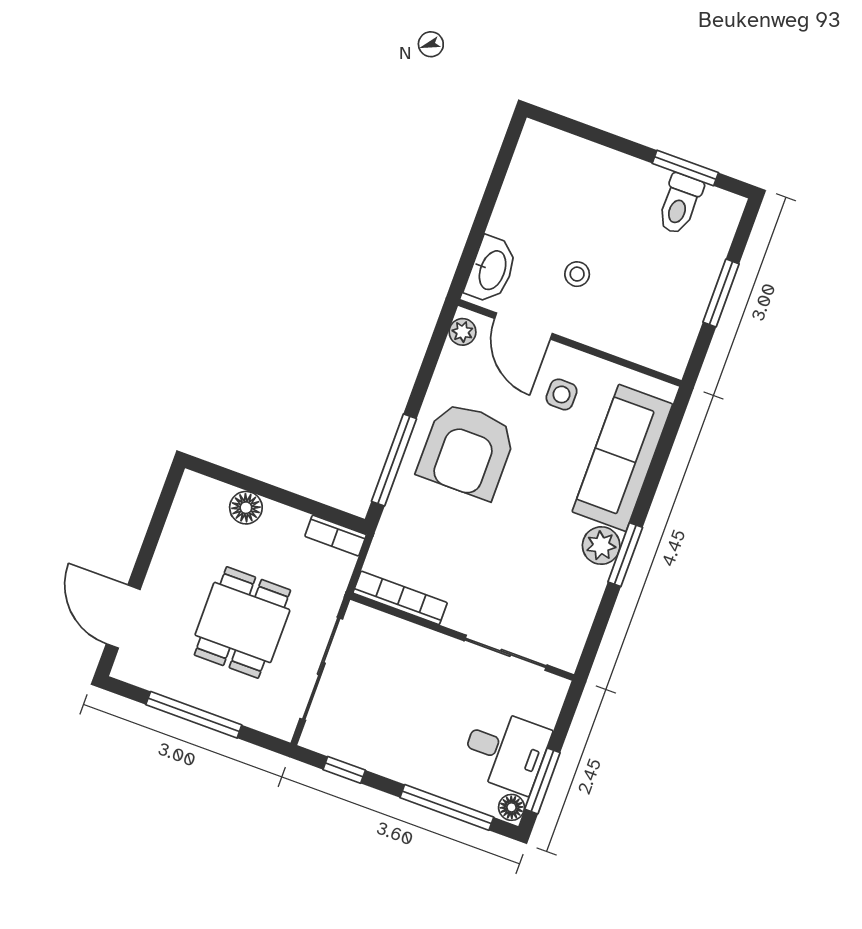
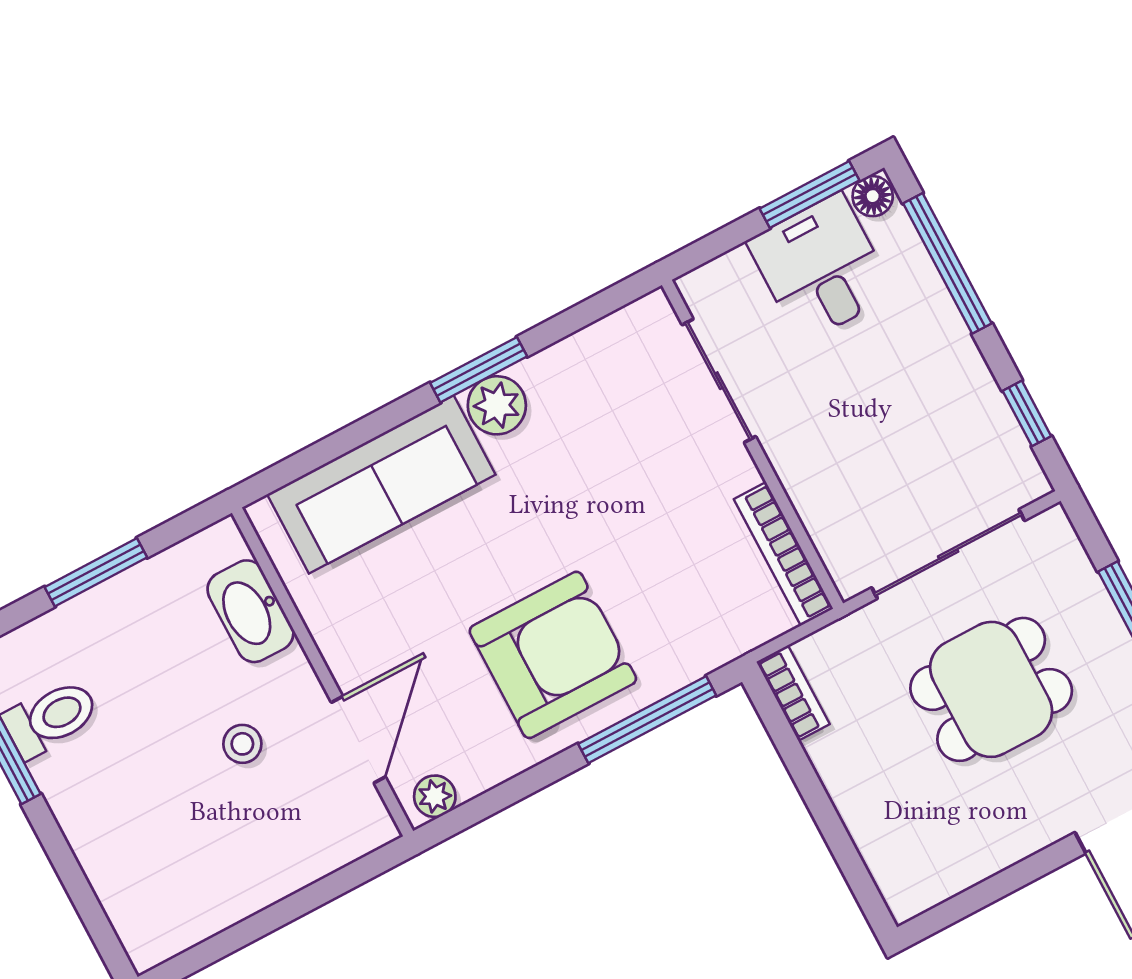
washbasin: (491, 270) -> (250, 611), moved, turned -90
side table: (562, 394) -> (386, 621), removed
floor lamp: (246, 508) -> (868, 818), removed

